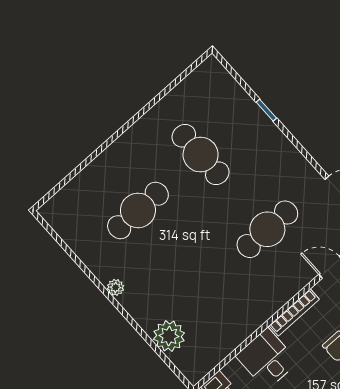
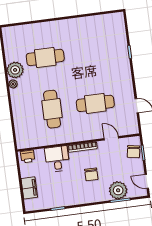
cafe table: (201, 155) -> (52, 109), moved
plant: (169, 336) -> (15, 70), moved

